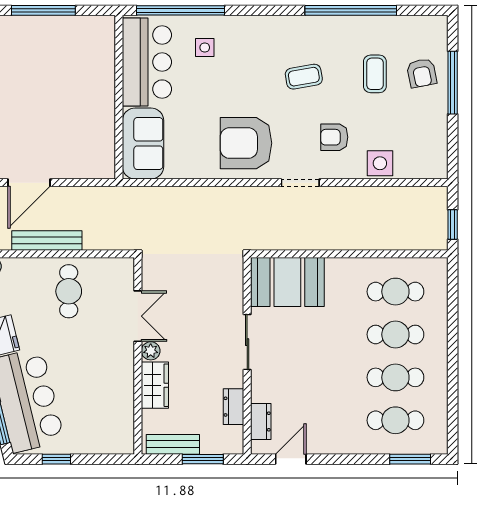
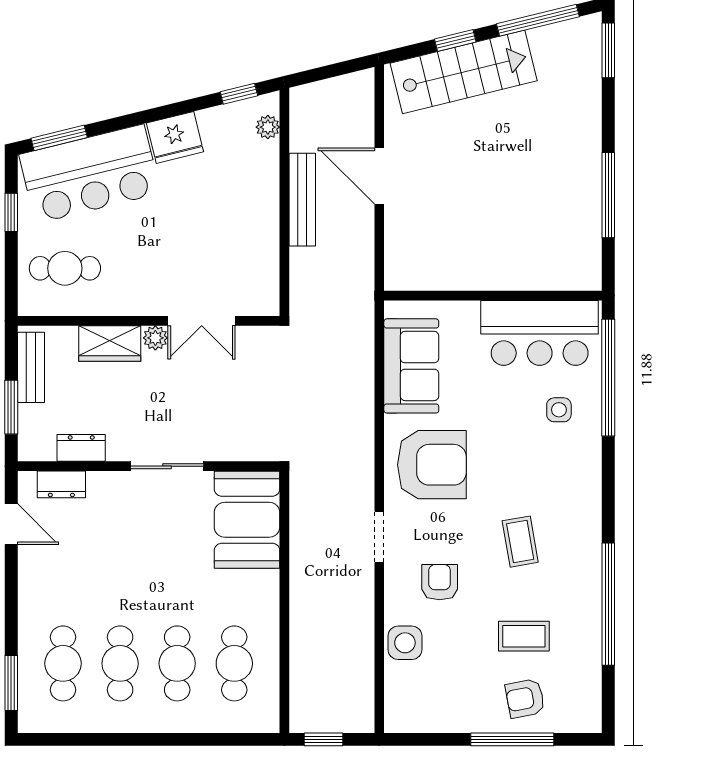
armchair: (246, 143) -> (432, 465), turned 90
sofa: (143, 144) -> (411, 366), moved, turned -90
cafe table: (69, 291) -> (65, 268), moved

